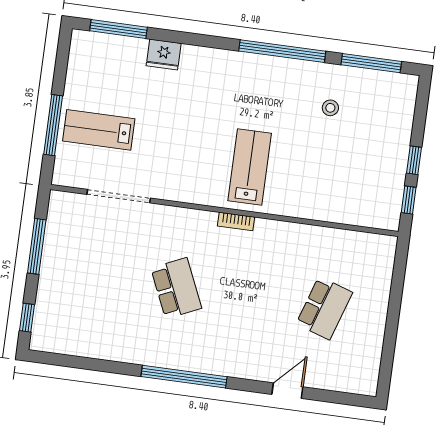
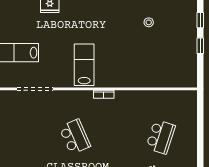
lab bench: (250, 167) -> (84, 65), moved
window: (409, 200) -> (200, 20), moved

